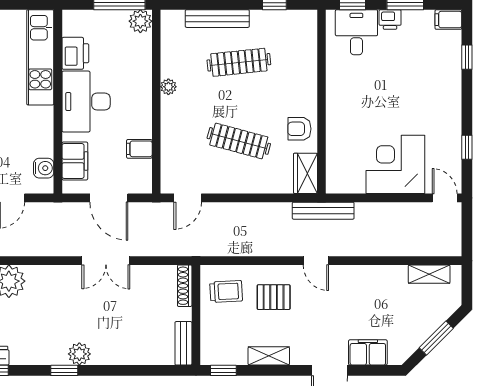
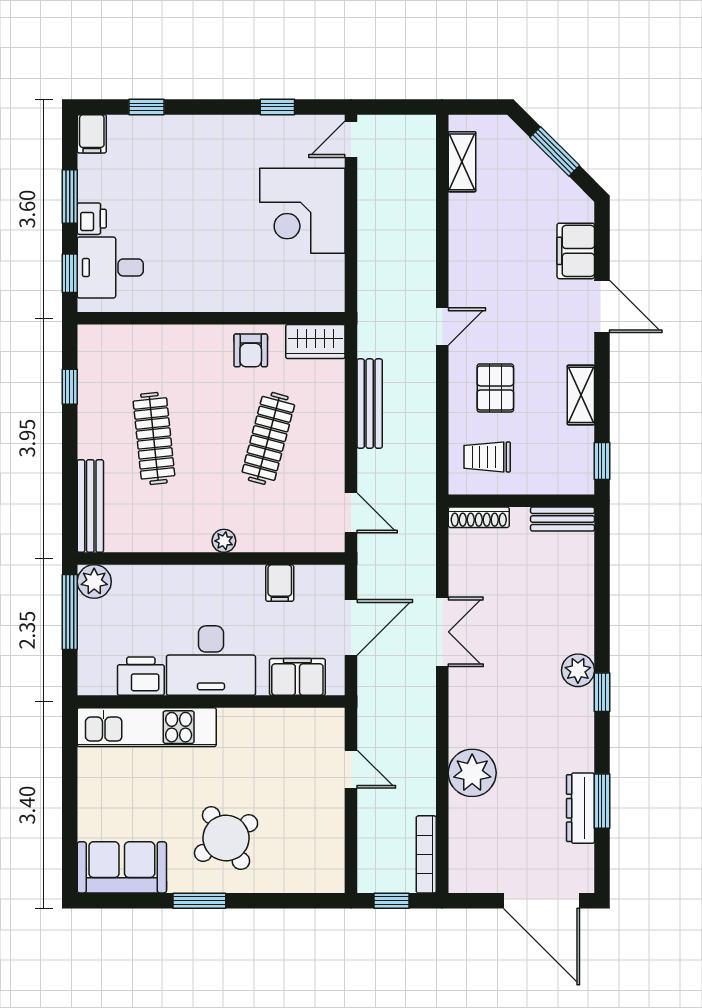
bench: (217, 19) -> (90, 506), moved
plant: (168, 87) -> (224, 541), moved
water cooler: (44, 168) -> (308, 722), removed
bench: (323, 211) -> (370, 404), moved
trolley: (226, 291) -> (487, 457), turned -87

